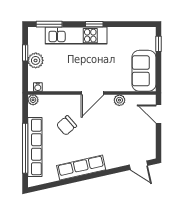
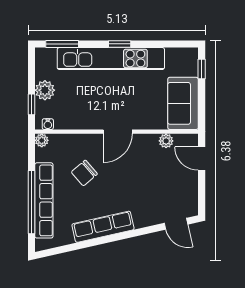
kitchen unit: (76, 36) -> (111, 58), width x1.36
window: (25, 53) -> (32, 104), moved
plant: (119, 100) -> (166, 141), moved

